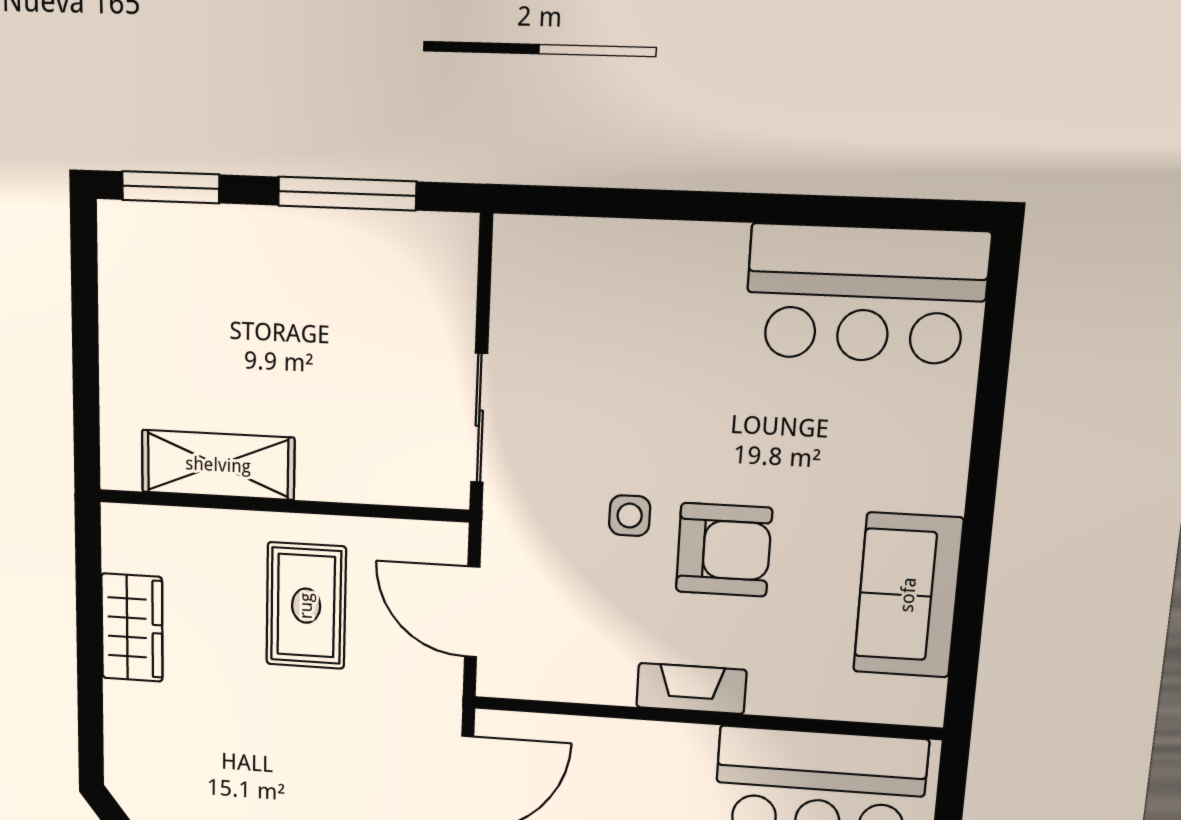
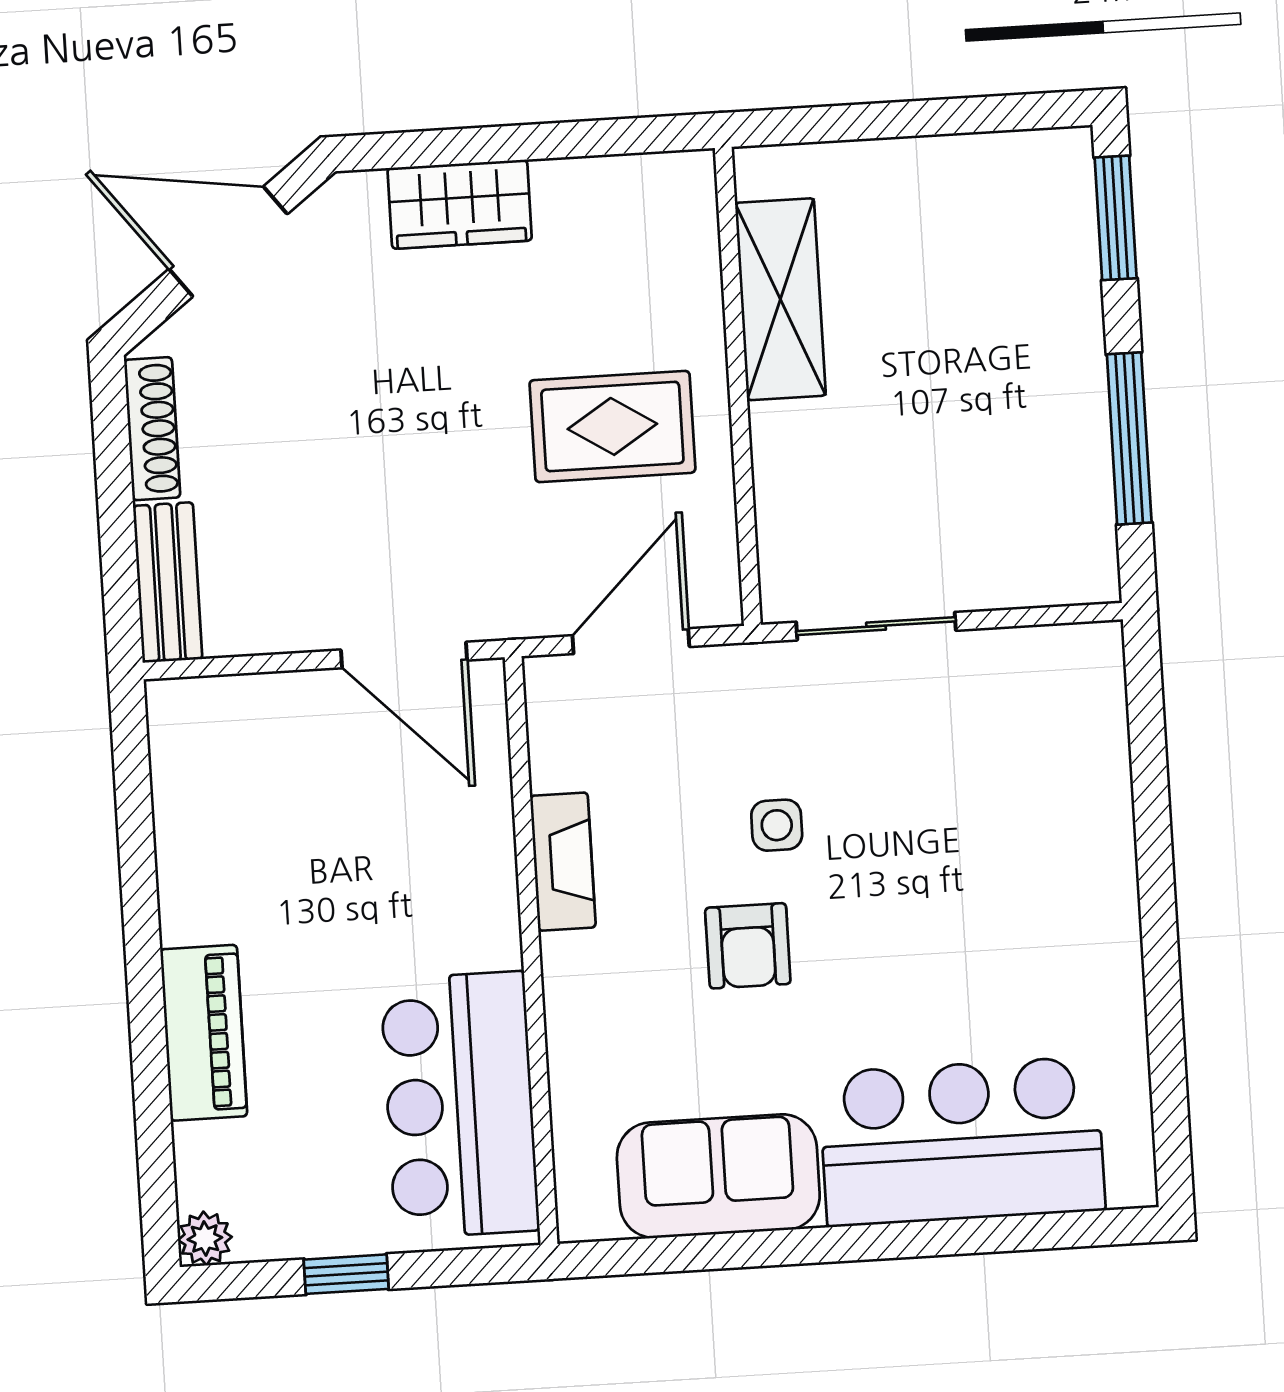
bar counter: (866, 294) -> (962, 1142), moved, turned 90
armchair: (724, 550) -> (748, 946), width x0.72, depth x0.72
wardrobe: (132, 628) -> (460, 204), moved
fireplace: (691, 688) -> (563, 862), moved

